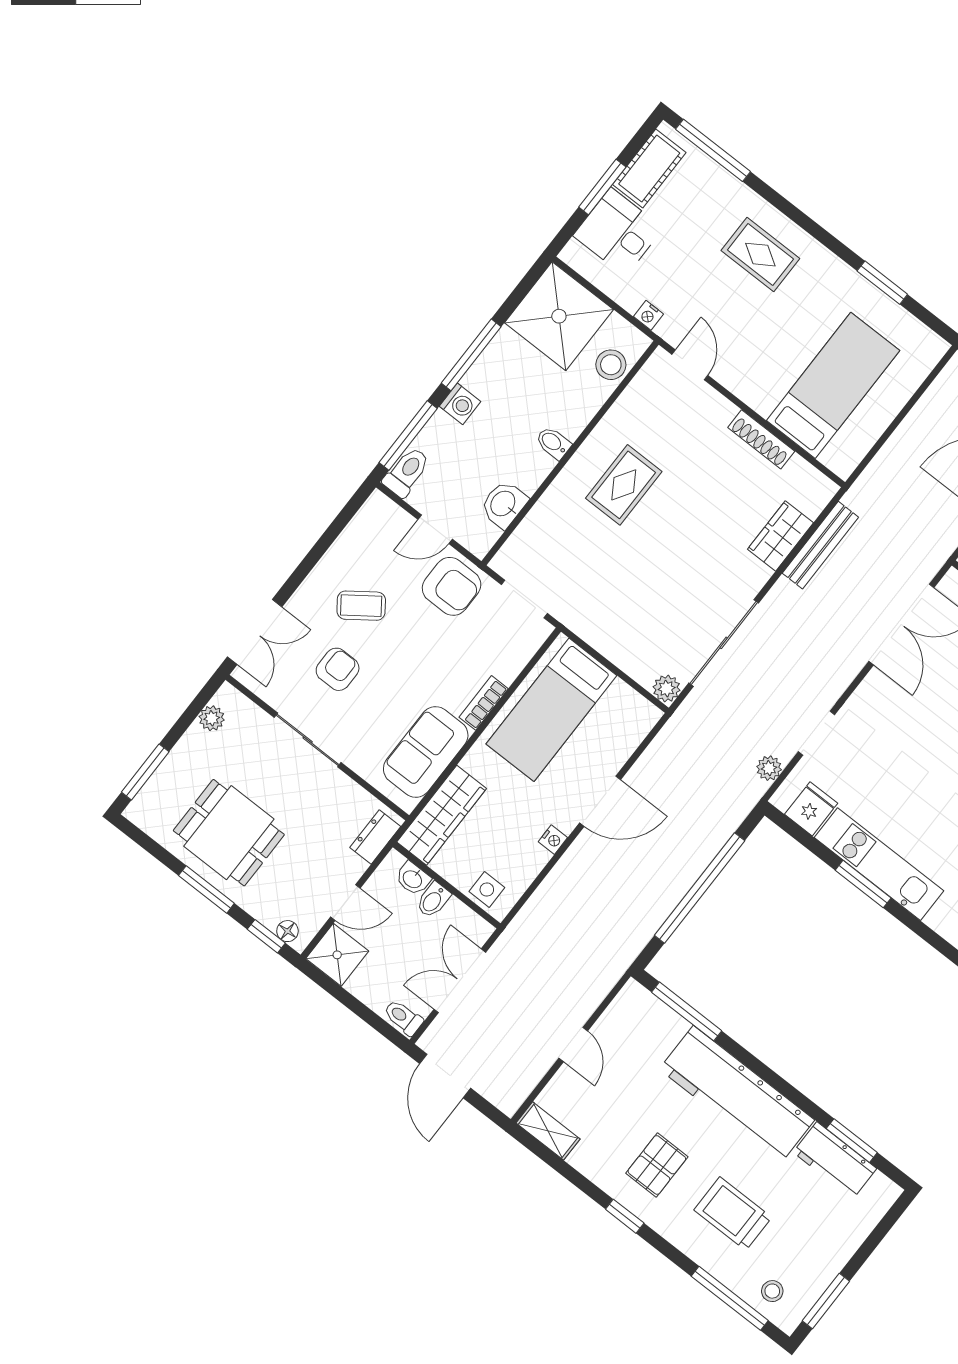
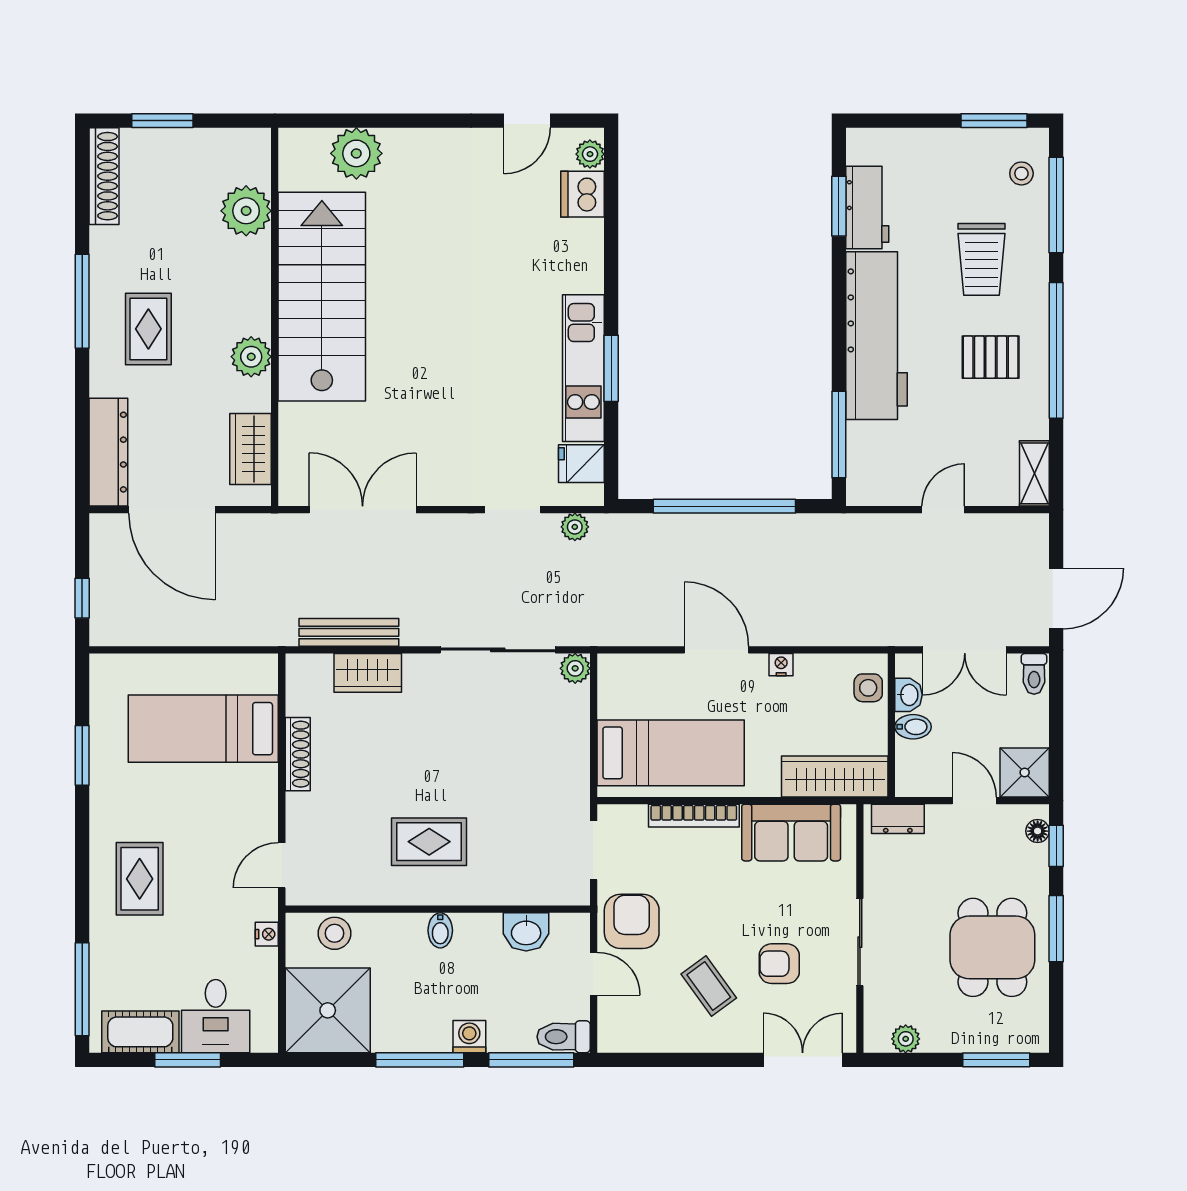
bookcase: (484, 703) -> (694, 816), width x1.56
washbasin: (413, 879) -> (909, 695), moved
window: (625, 1216) -> (1056, 350), width x3.17

